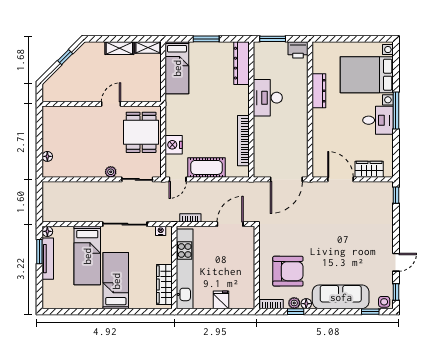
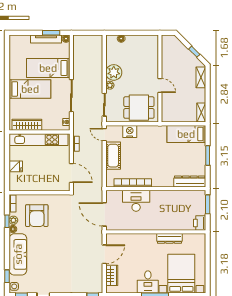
shelving: (119, 48) -> (201, 77), moved
desk: (268, 98) -> (136, 201), moved
plant: (93, 167) -> (114, 72), added

